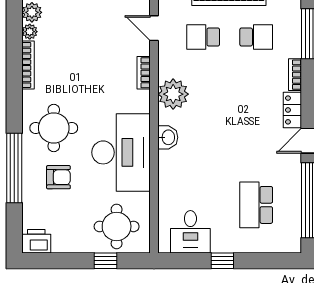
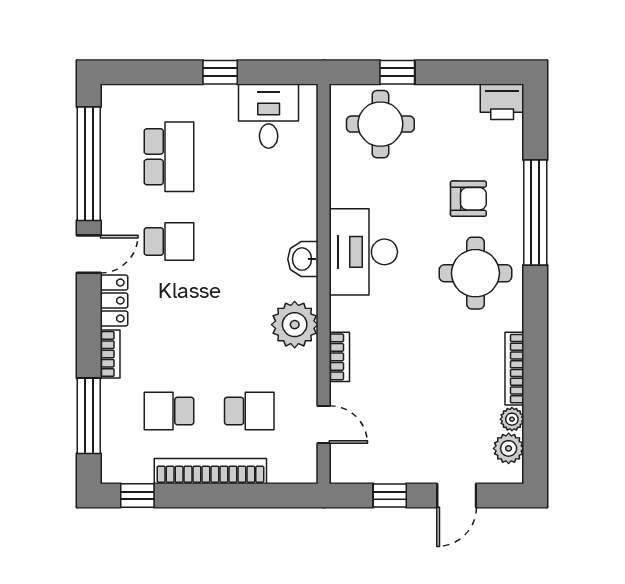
school desk: (256, 149) -> (169, 241), added
desk: (121, 152) -> (363, 252), width x0.73, depth x0.77
armchair: (58, 177) -> (468, 199), turned 180

